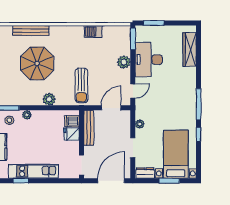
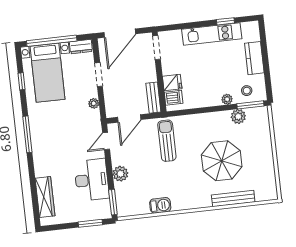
plant: (49, 99) -> (238, 117), moved
bench: (89, 128) -> (153, 98), width x0.73
window: (199, 134) -> (21, 81), moved
window: (169, 181) -> (52, 41), width x2.11

